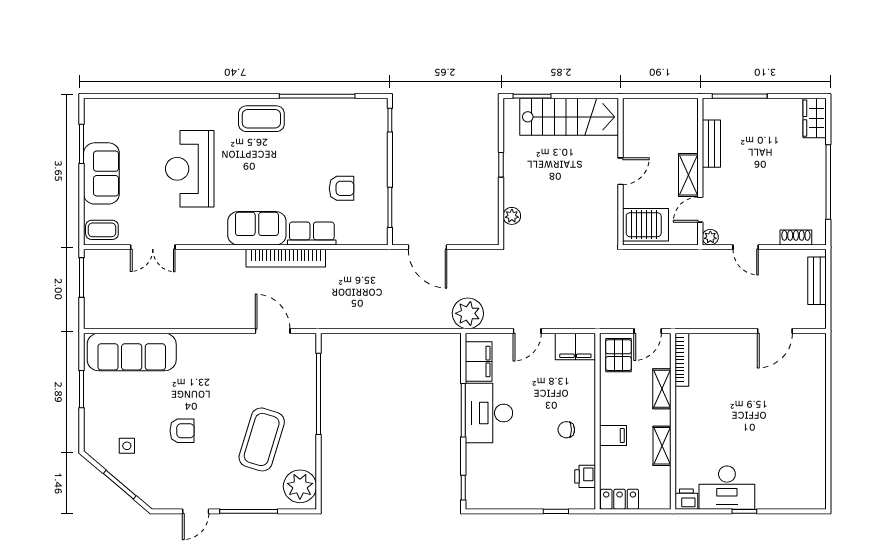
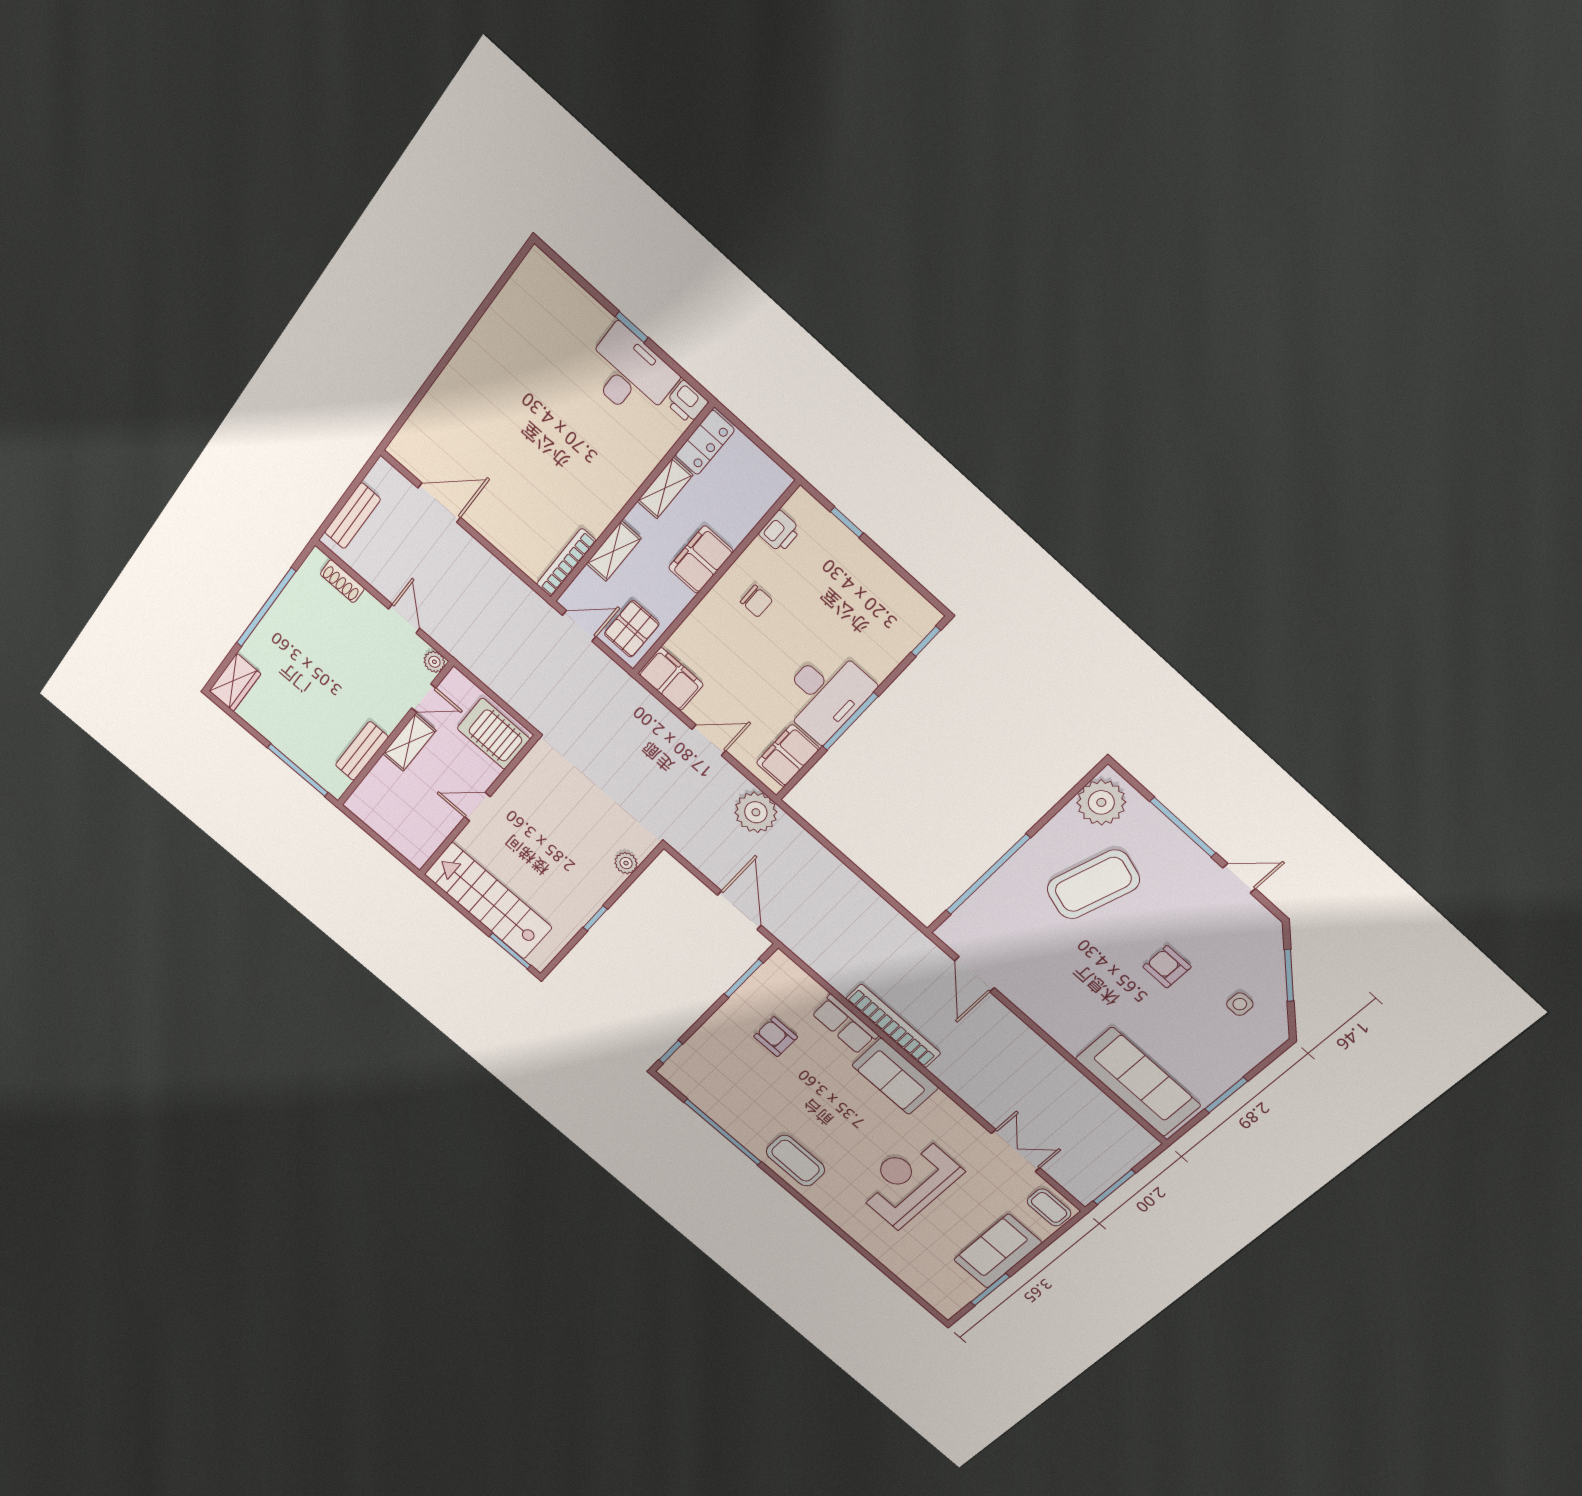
reception desk: (190, 169) -> (908, 1181), turned 180
filing cabinet: (613, 436) -> (701, 560), width x2.00
locker: (620, 499) -> (705, 442), moved, turned -90

